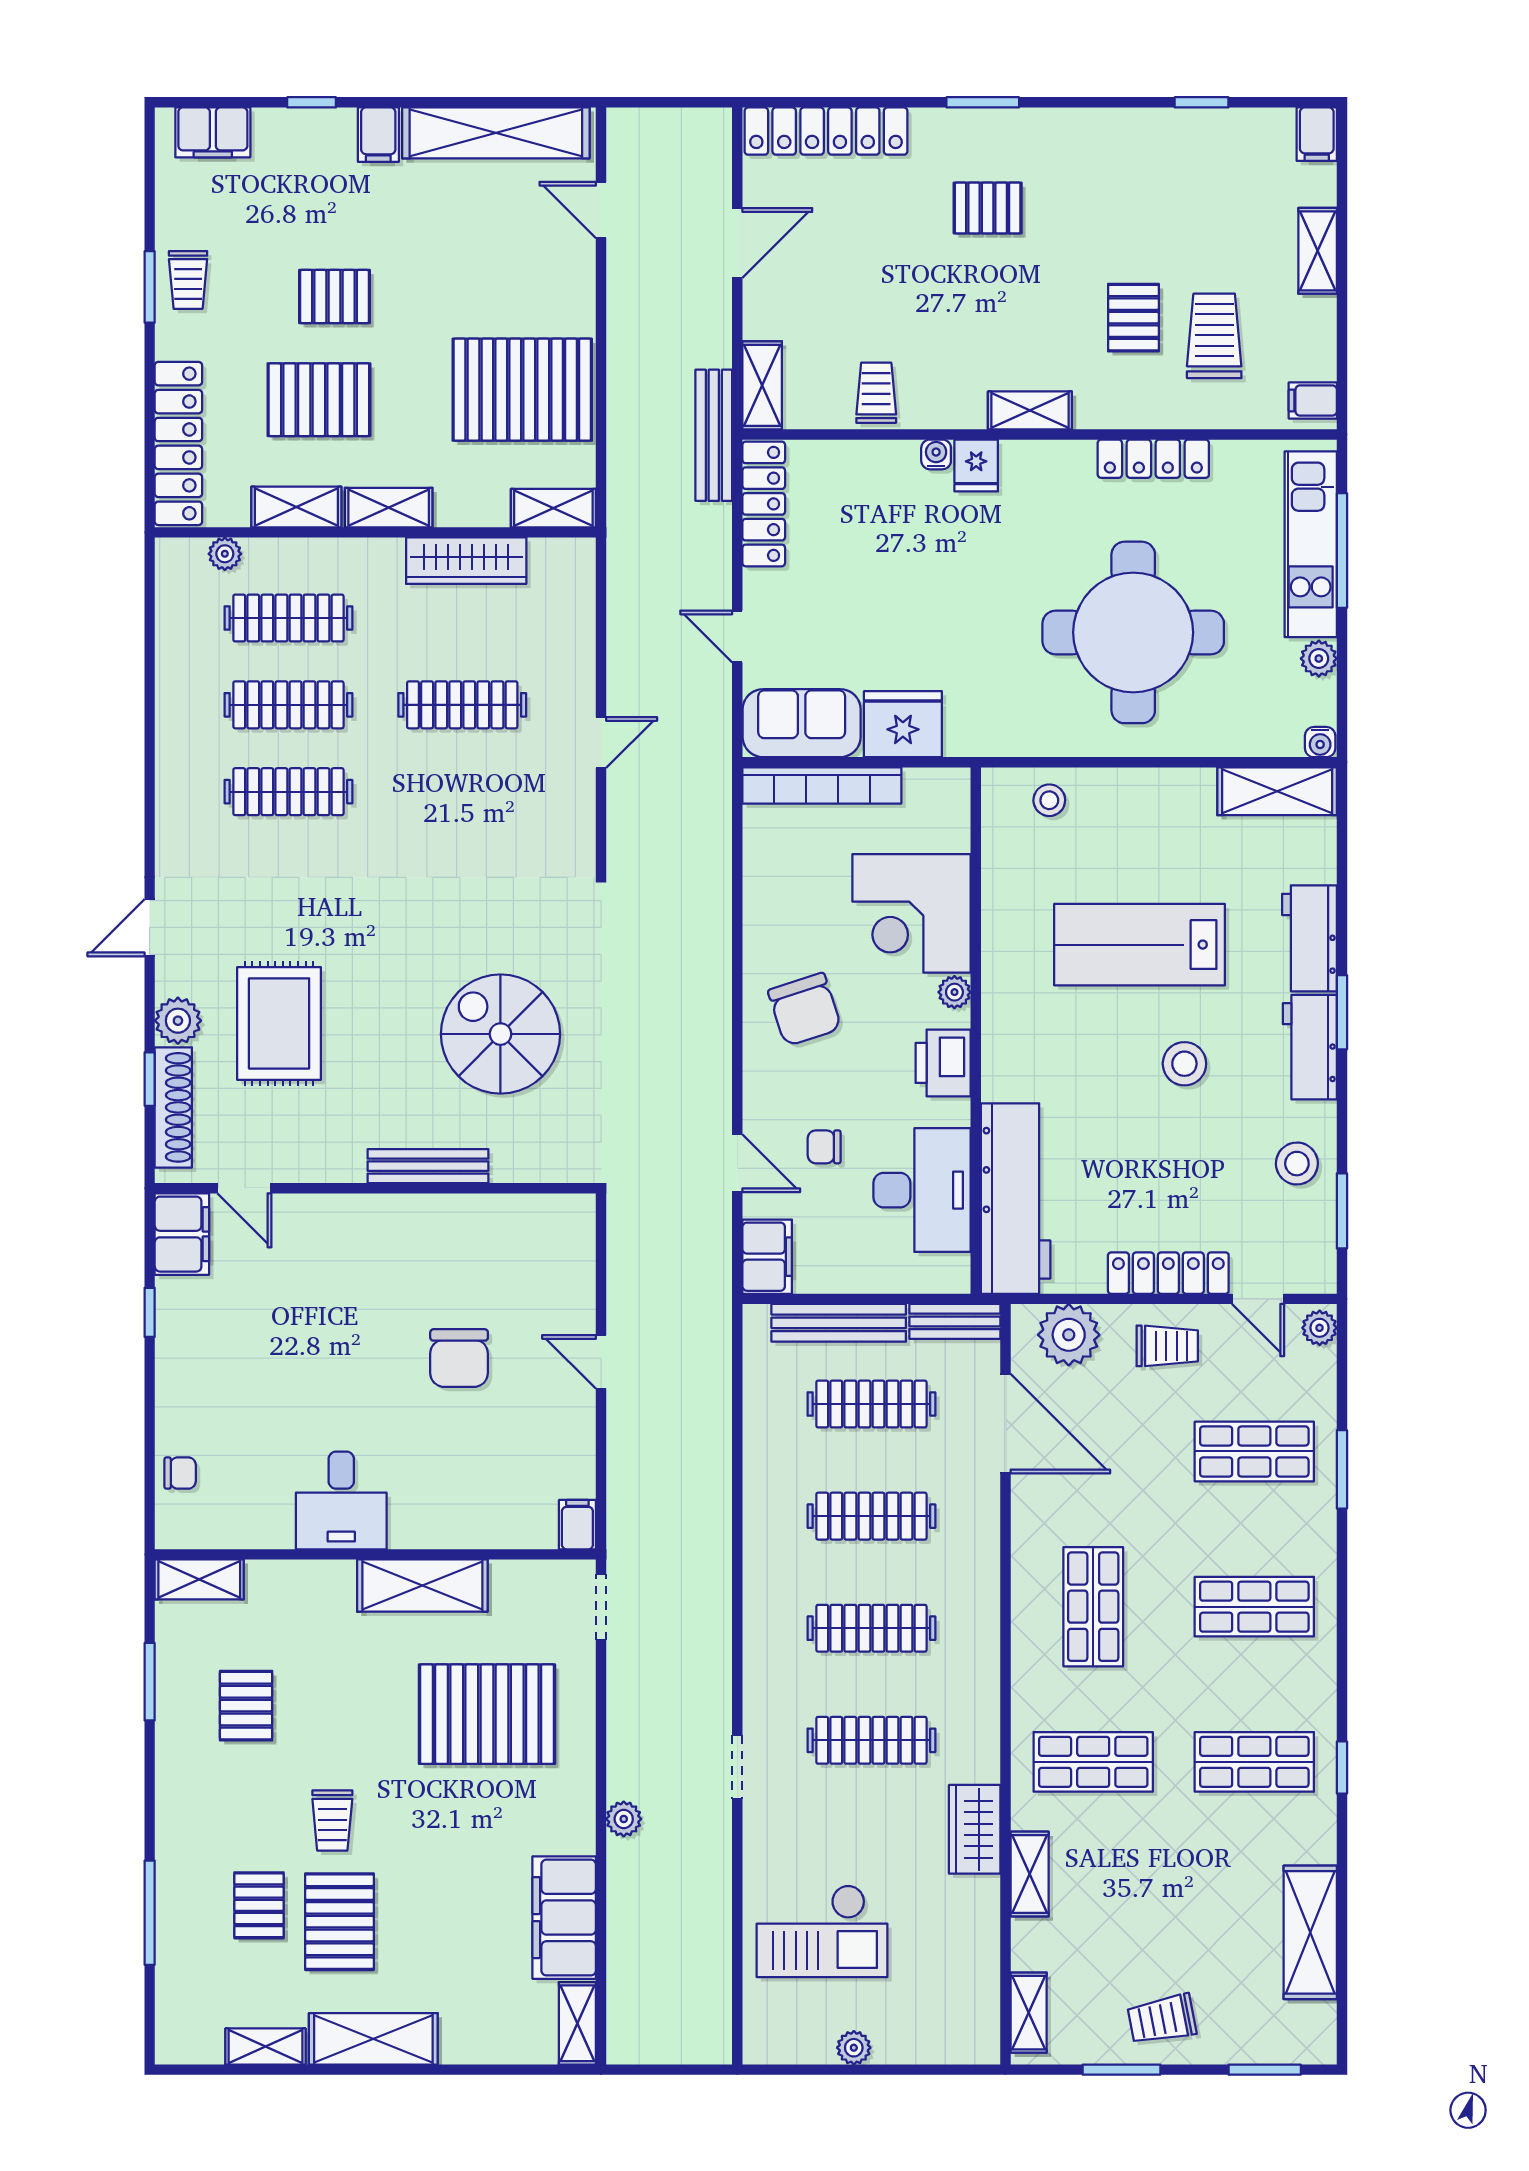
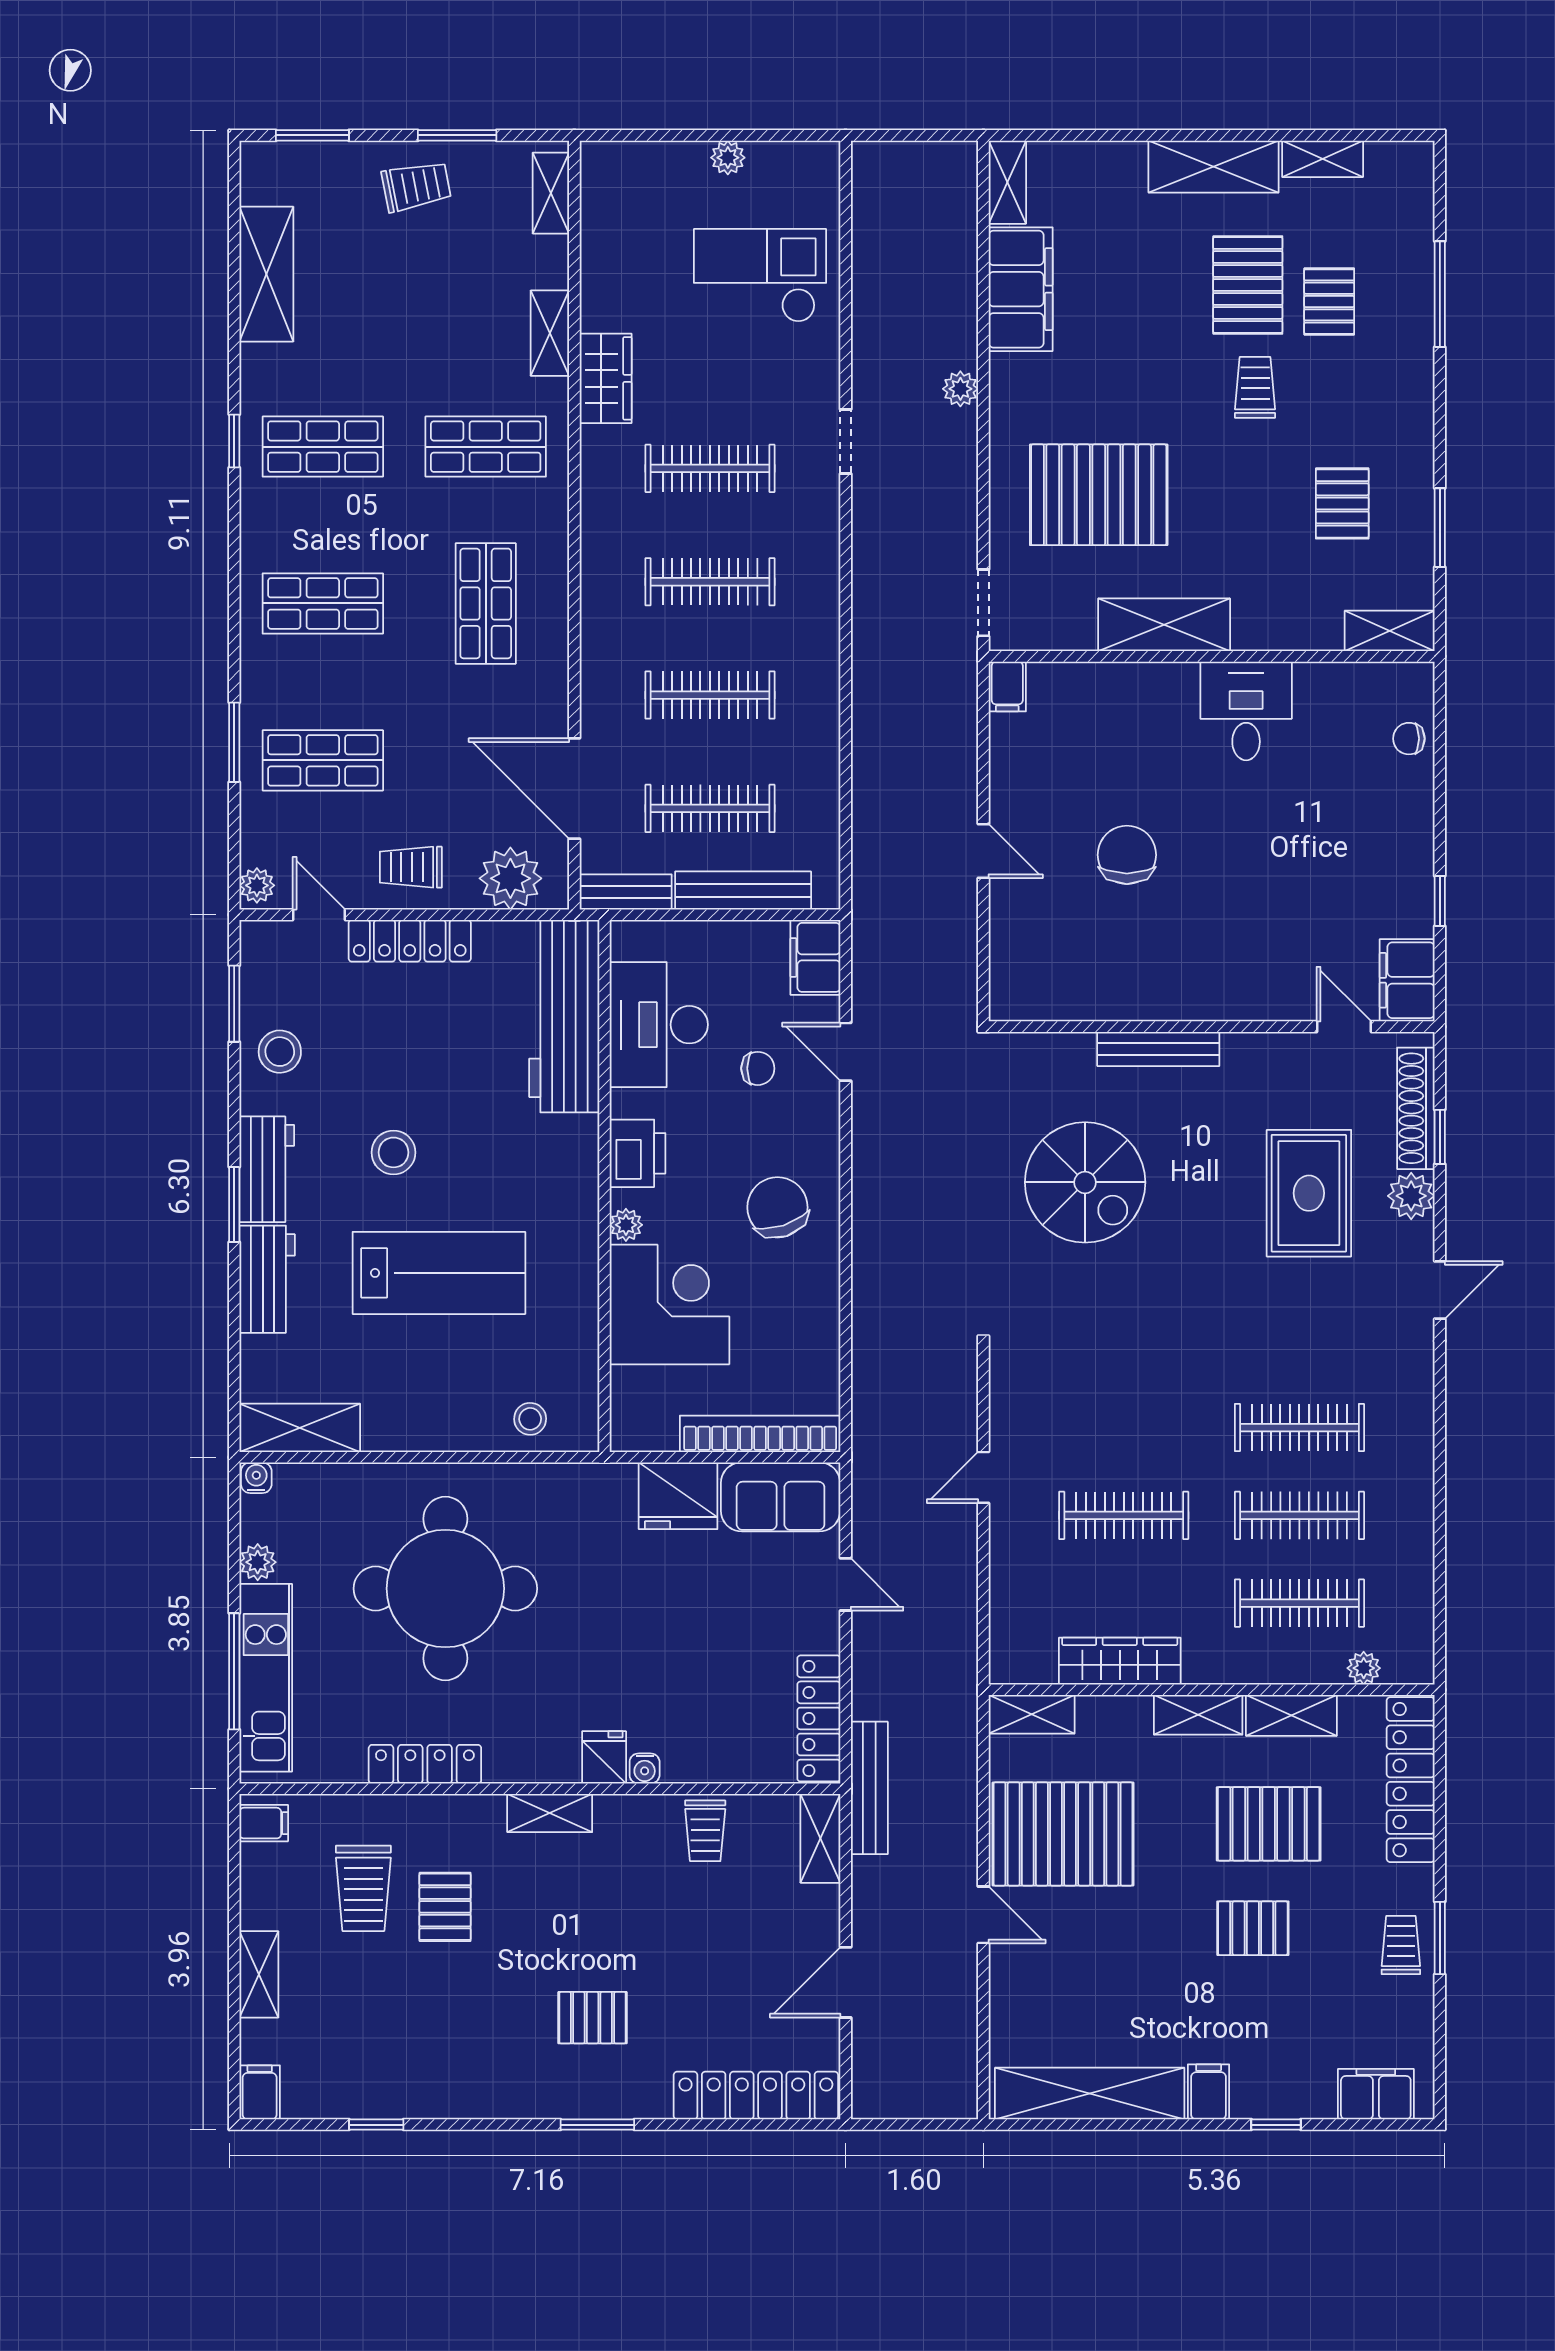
door: (601, 210) -> (983, 1915), moved

